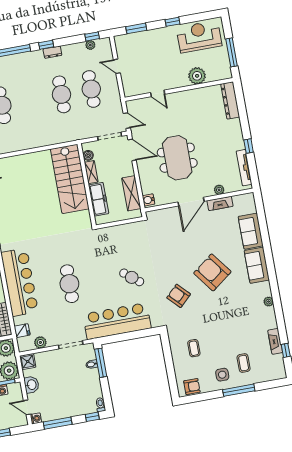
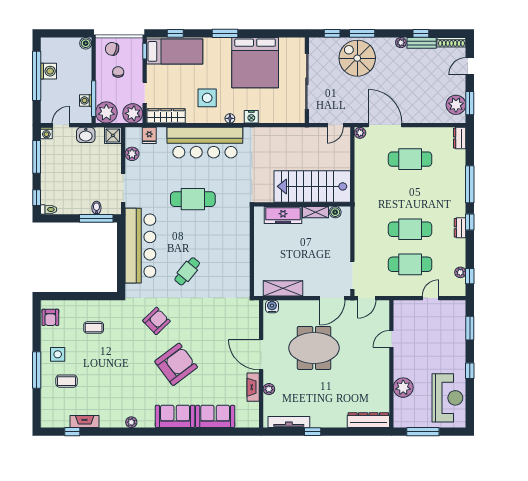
boiler: (88, 155) -> (335, 212), moved
shelving: (91, 172) -> (315, 212), moved
stairs: (70, 179) -> (312, 186), moved
wall: (87, 185) -> (302, 204), moved
freezer: (99, 199) -> (283, 215), moved

